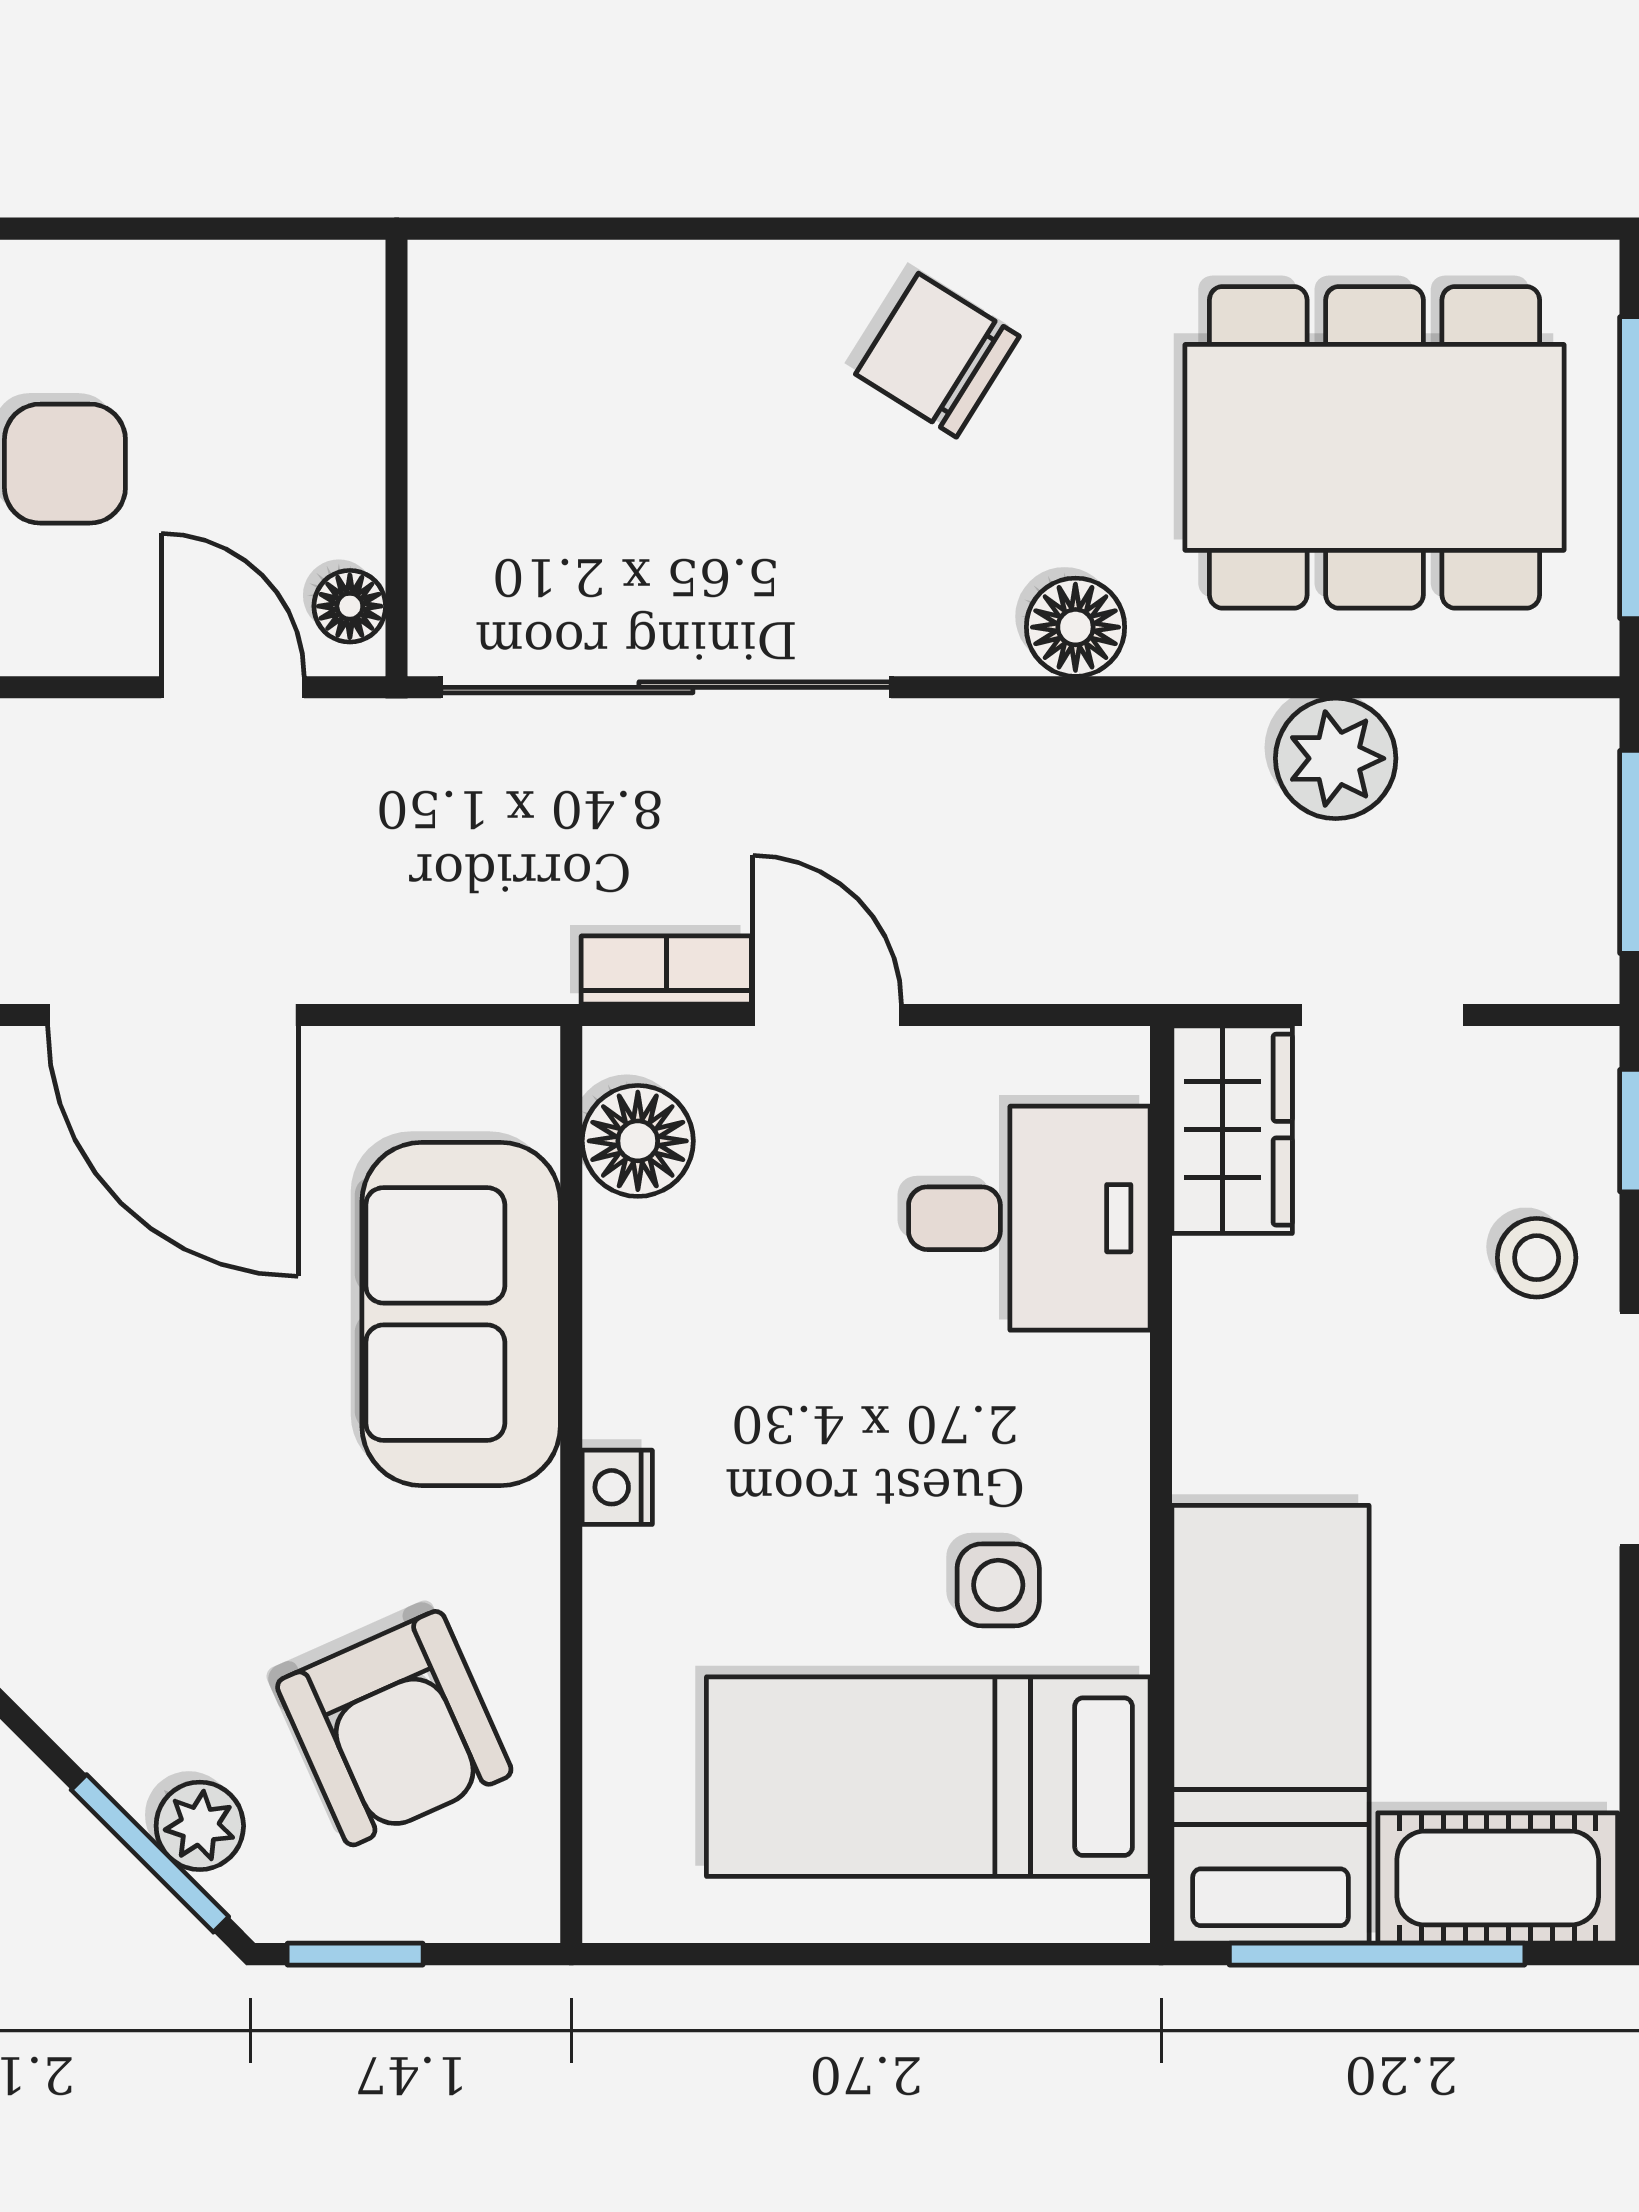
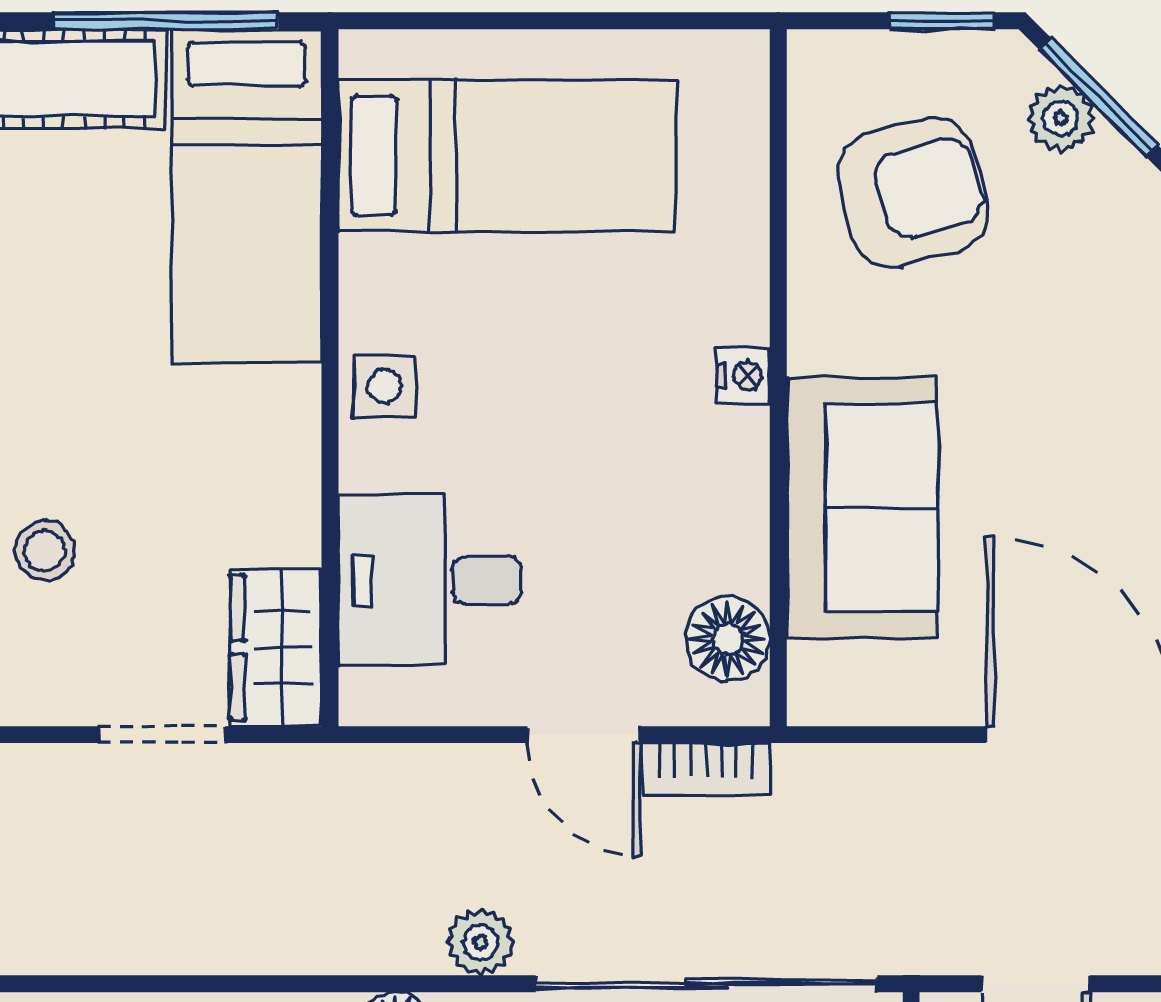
plant: (1336, 758) -> (481, 942), moved, width x0.73, depth x0.73
side table: (998, 1585) -> (385, 386), moved
armchair: (394, 1728) -> (913, 193), turned 99

